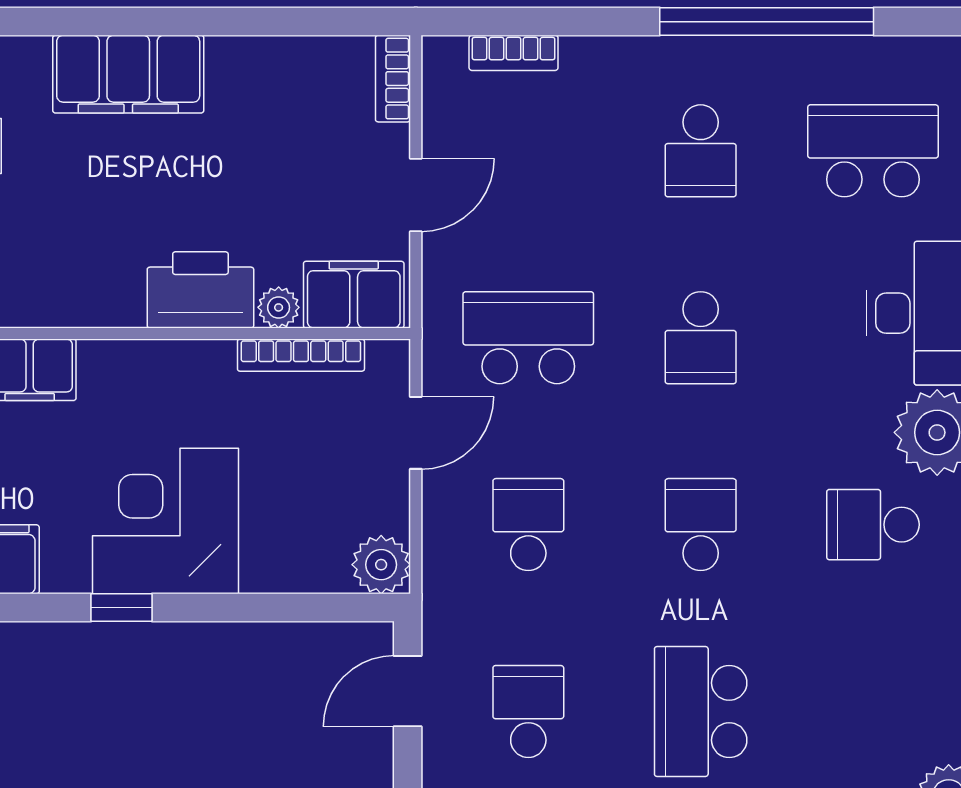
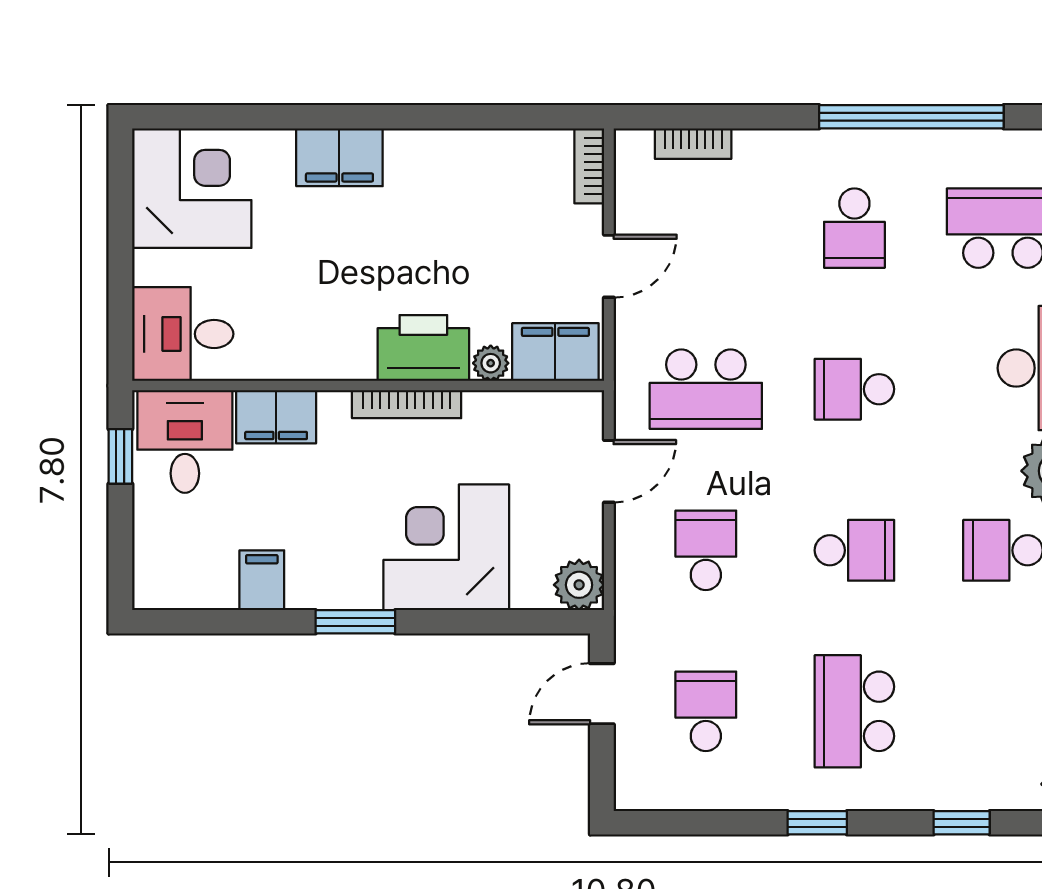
filing cabinet: (128, 74) -> (339, 157), width x0.67, depth x0.86
school desk: (528, 338) -> (706, 389), turned 180
school desk: (701, 338) -> (854, 389), turned 90
bookcase: (301, 355) -> (407, 404), moved
corner desk: (166, 521) -> (446, 547), moved
school desk: (701, 525) -> (854, 550), turned 90
window: (122, 607) -> (355, 622), width x1.50

